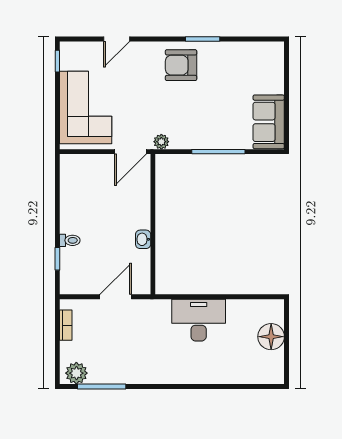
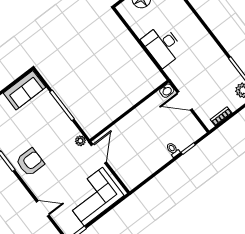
armchair: (181, 65) -> (30, 162), turned -90
door: (130, 152) -> (99, 154), hinge flipped
washbasin: (143, 239) -> (167, 91), moved

